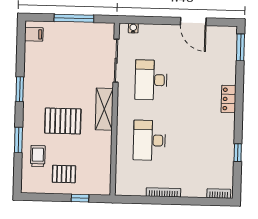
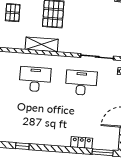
locker: (229, 99) -> (82, 143), moved
shelving: (104, 109) -> (42, 44), moved

